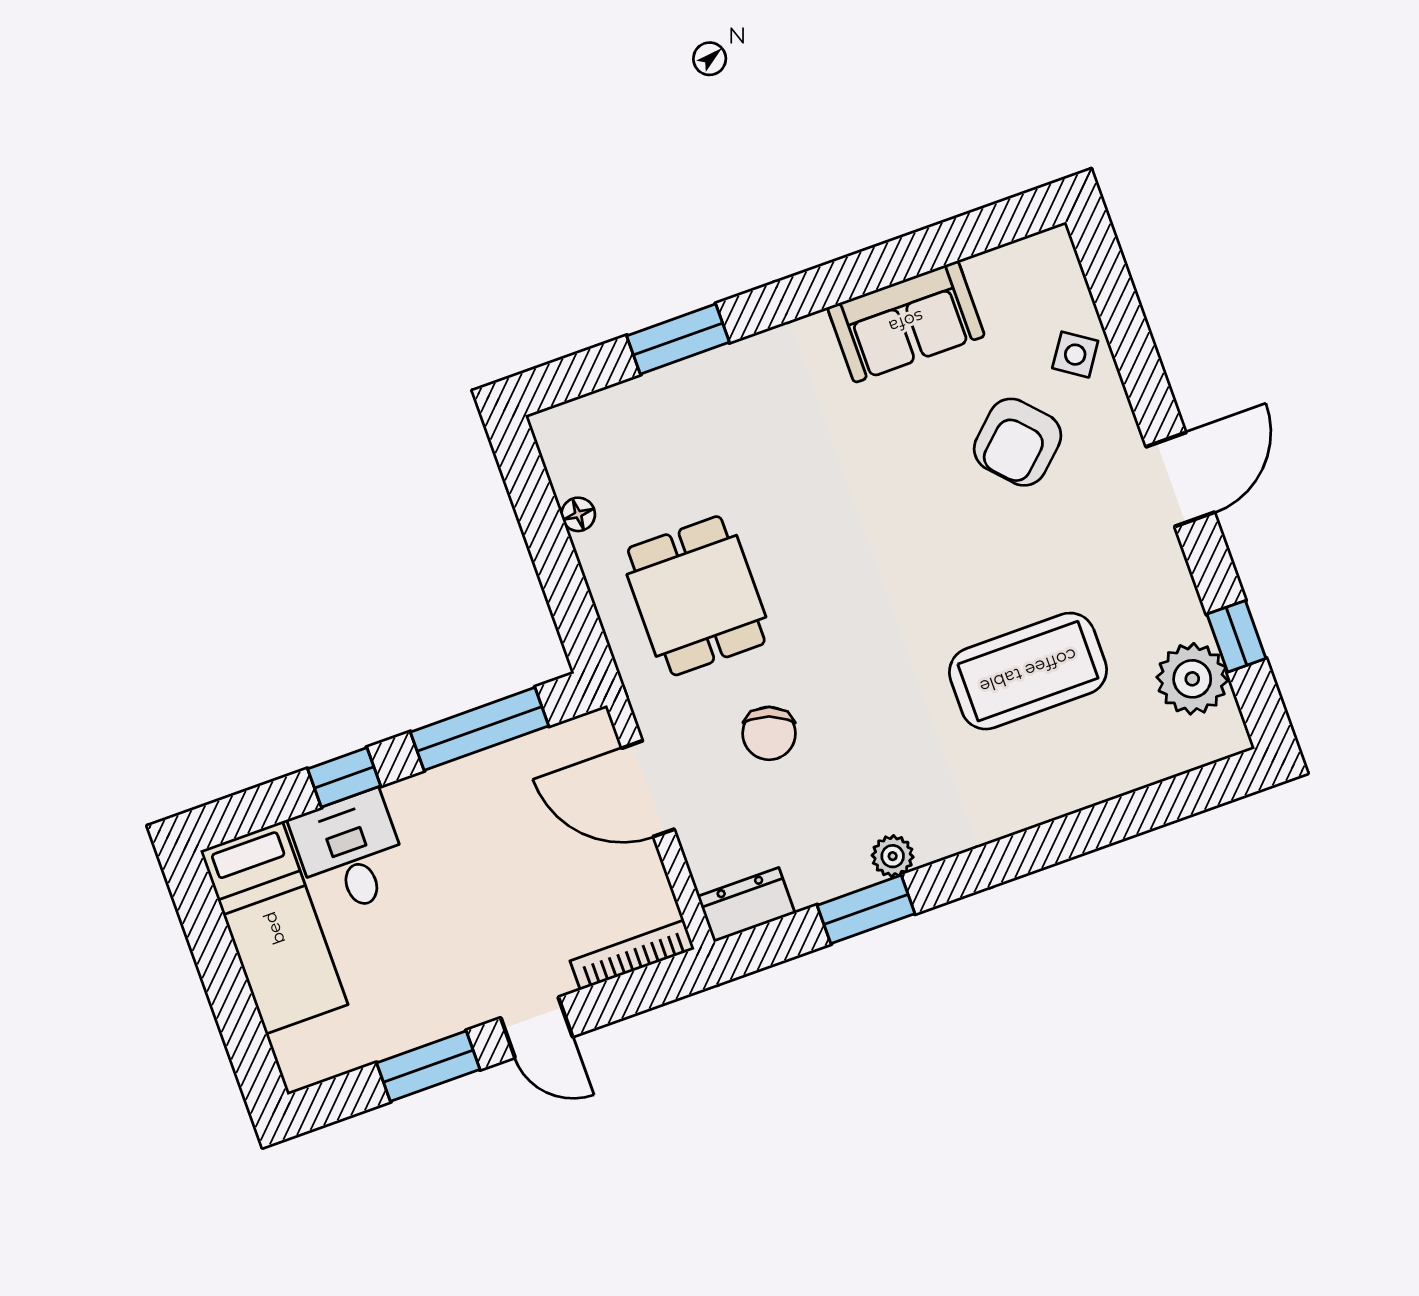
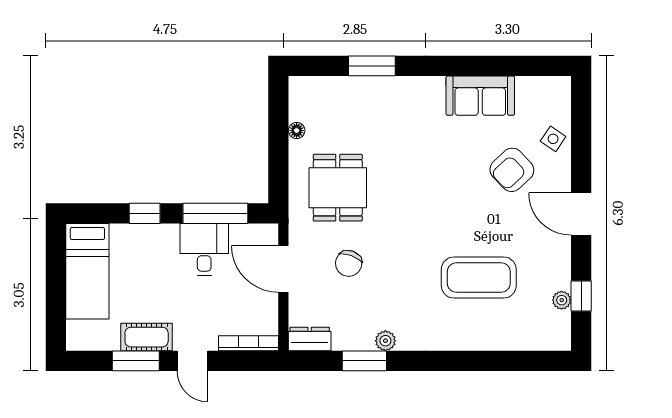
door: (1180, 479) -> (581, 214), swing flipped
plant: (1192, 679) -> (562, 300), width x0.53, depth x0.53
desk: (350, 853) -> (204, 249), moved
cot: (432, 1013) -> (147, 337), added

